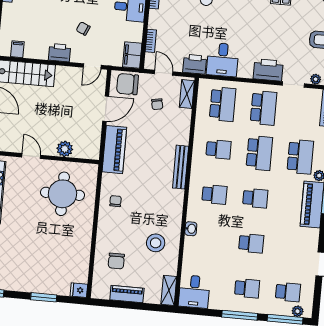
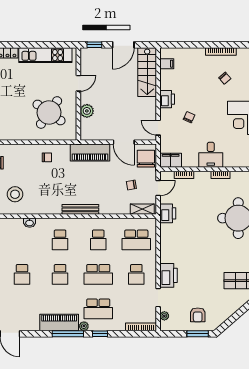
desk: (223, 60) -> (174, 236), removed
school desk: (264, 108) -> (136, 274), width x0.54
round table: (62, 194) -> (49, 112), turned 35

